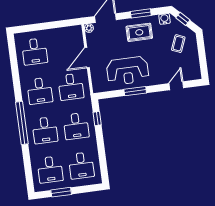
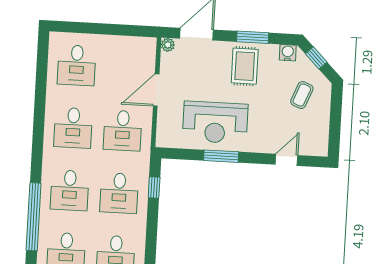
rug: (139, 32) -> (245, 66), turned 90
window: (22, 123) -> (34, 217), moved

